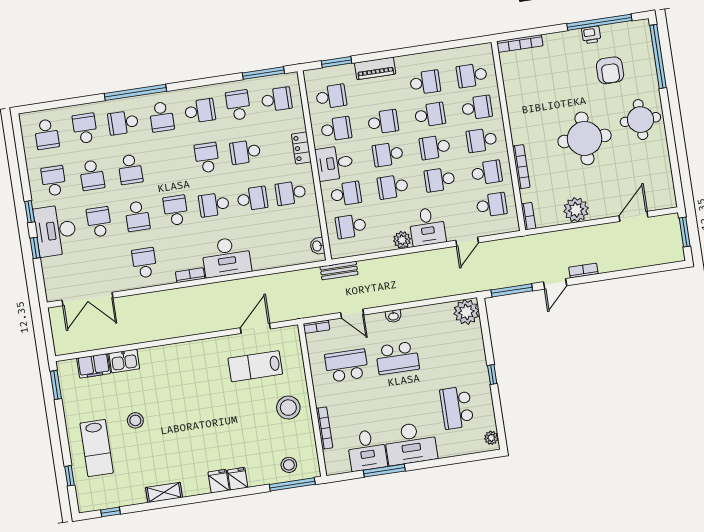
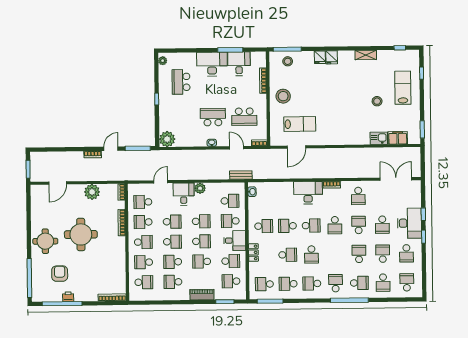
school desk: (238, 105) -> (288, 284), turned 90
school desk: (336, 129) -> (231, 261), turned 180
school desk: (457, 408) -> (181, 82), turned 180

